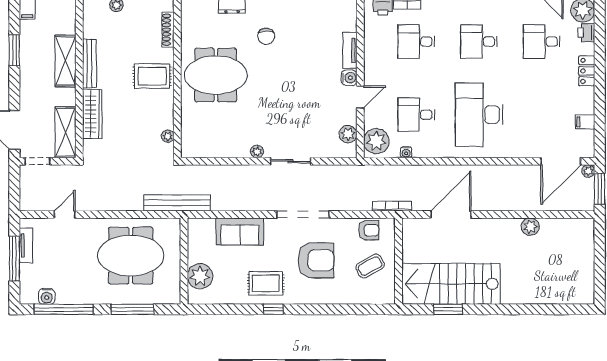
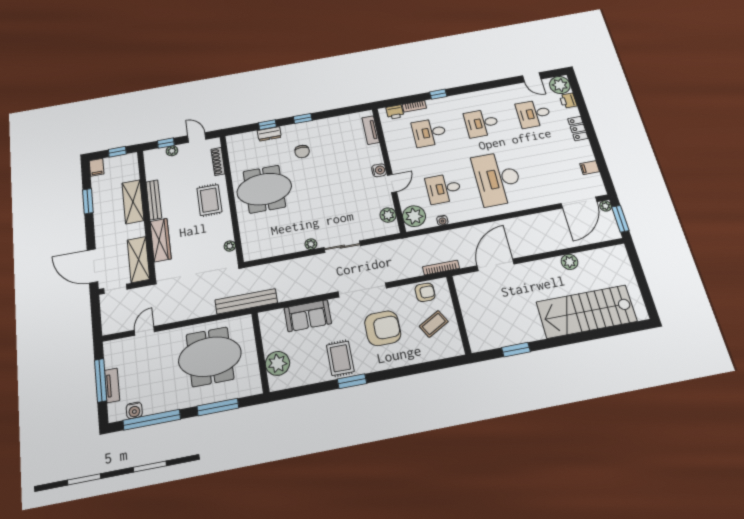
tv unit: (350, 50) -> (371, 130), moved
rug: (152, 76) -> (209, 200), turned 90
tv unit: (26, 245) -> (112, 385), moved
rug: (266, 283) -> (340, 358), turned 90
stairs: (451, 284) -> (586, 312), moved
window: (273, 309) -> (352, 381), width x1.50

